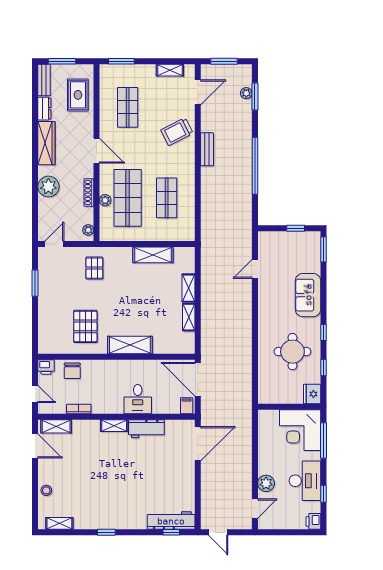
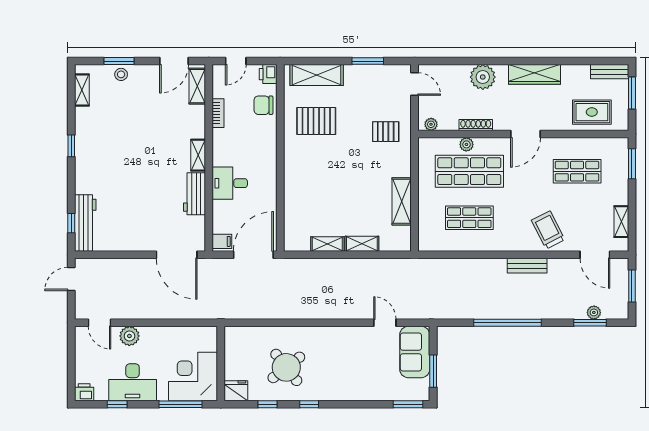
dresser: (44, 109) -> (576, 72), removed
window: (296, 228) -> (433, 371), width x1.50
sofa: (308, 295) -> (415, 352), moved, turned -90
shelving: (130, 345) -> (317, 75), moved, turned 90
round table: (292, 352) -> (286, 367), turned -38
window: (35, 492) -> (119, 61), added

